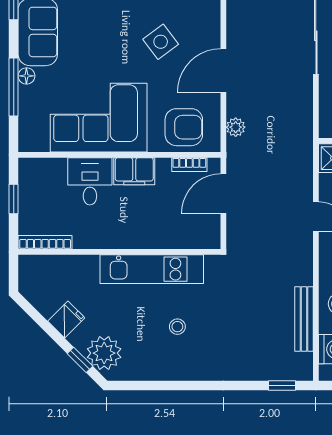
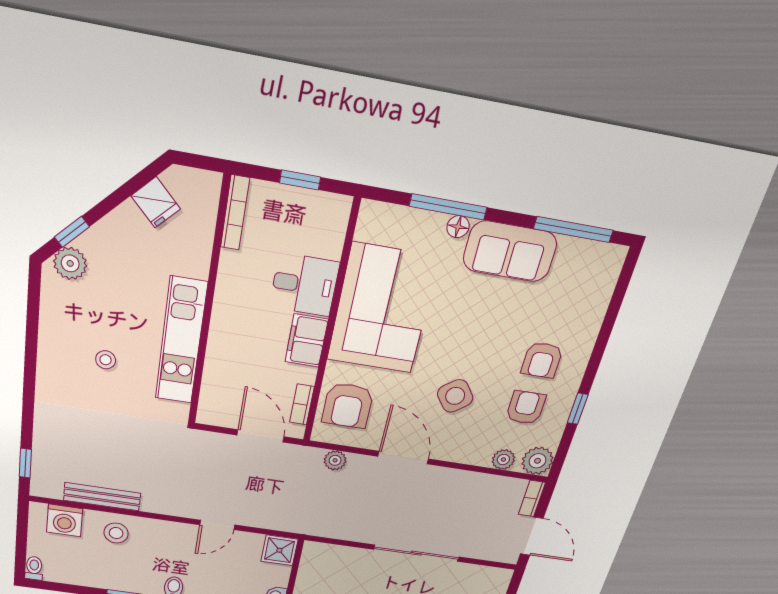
fridge: (66, 319) -> (156, 202), moved
plant: (104, 353) -> (70, 263), width x0.73, depth x0.73

